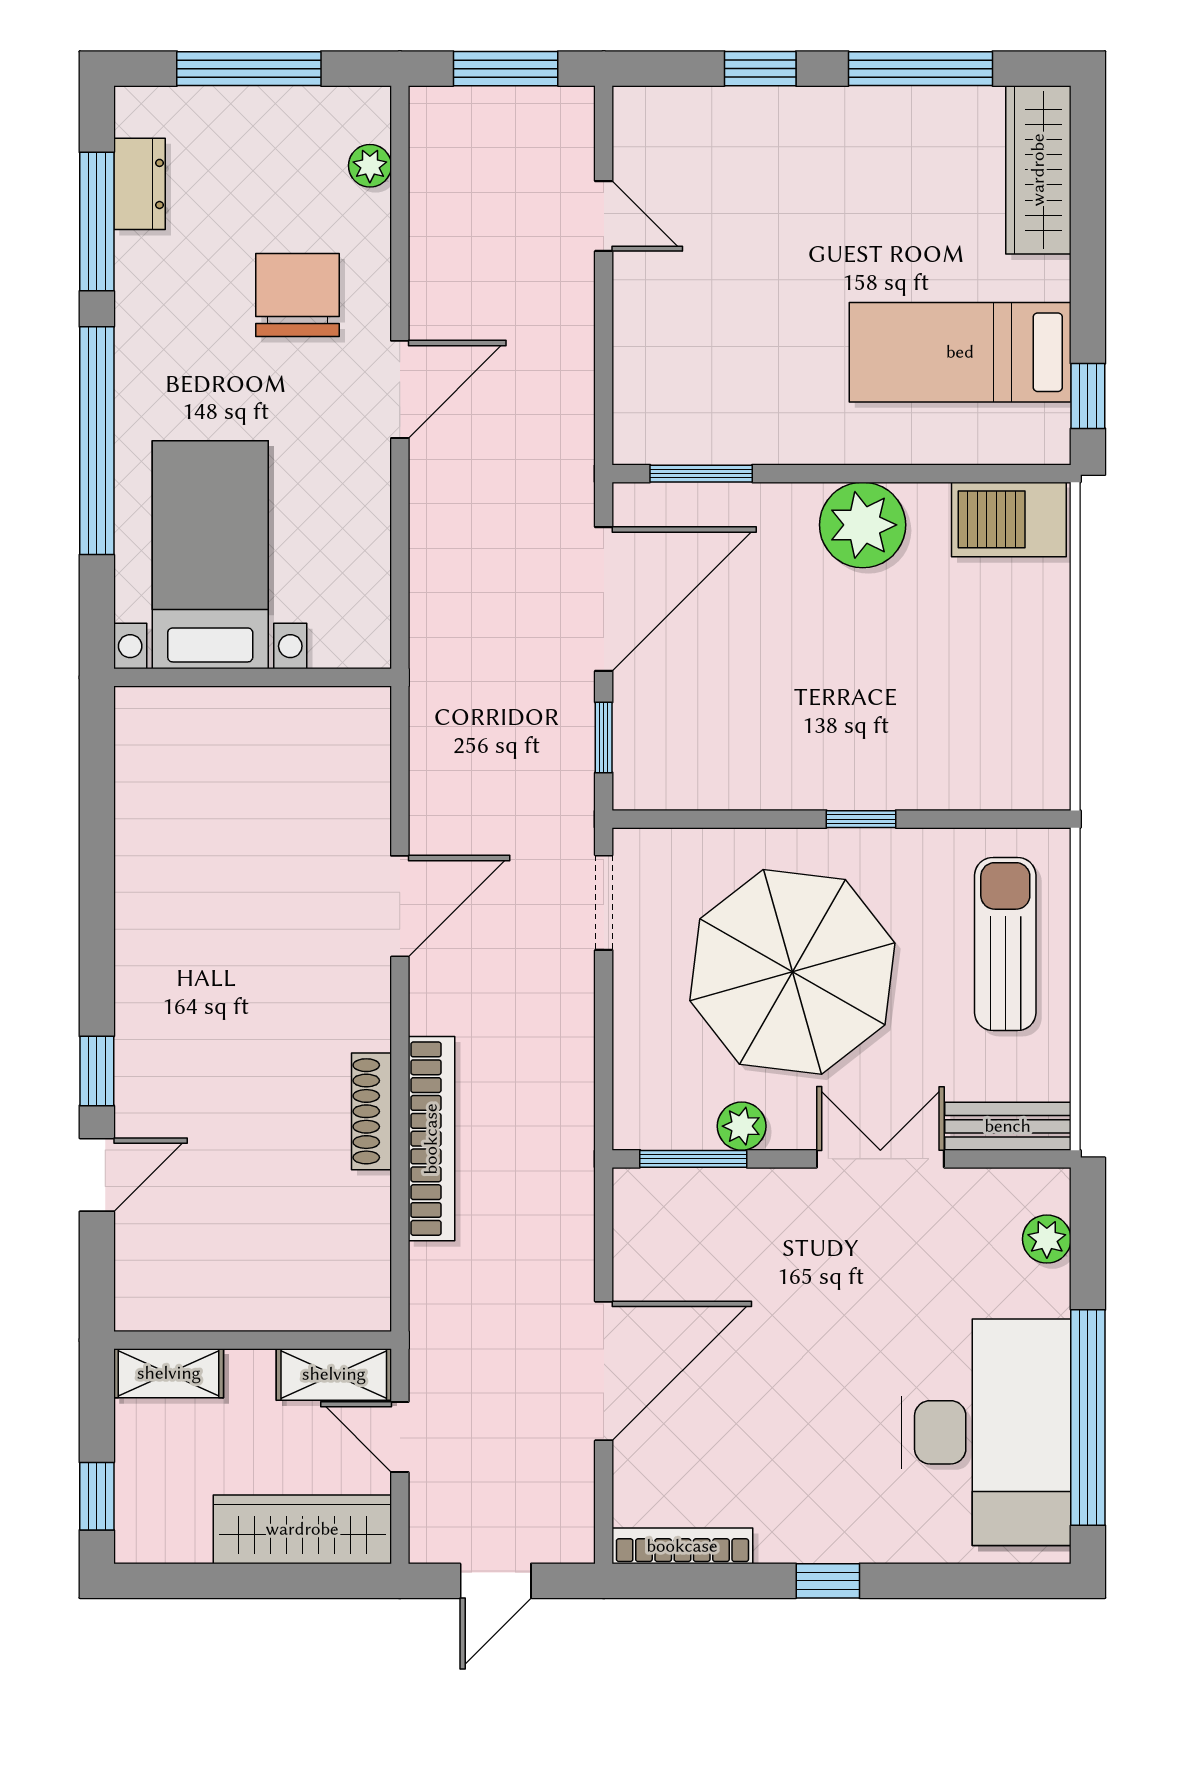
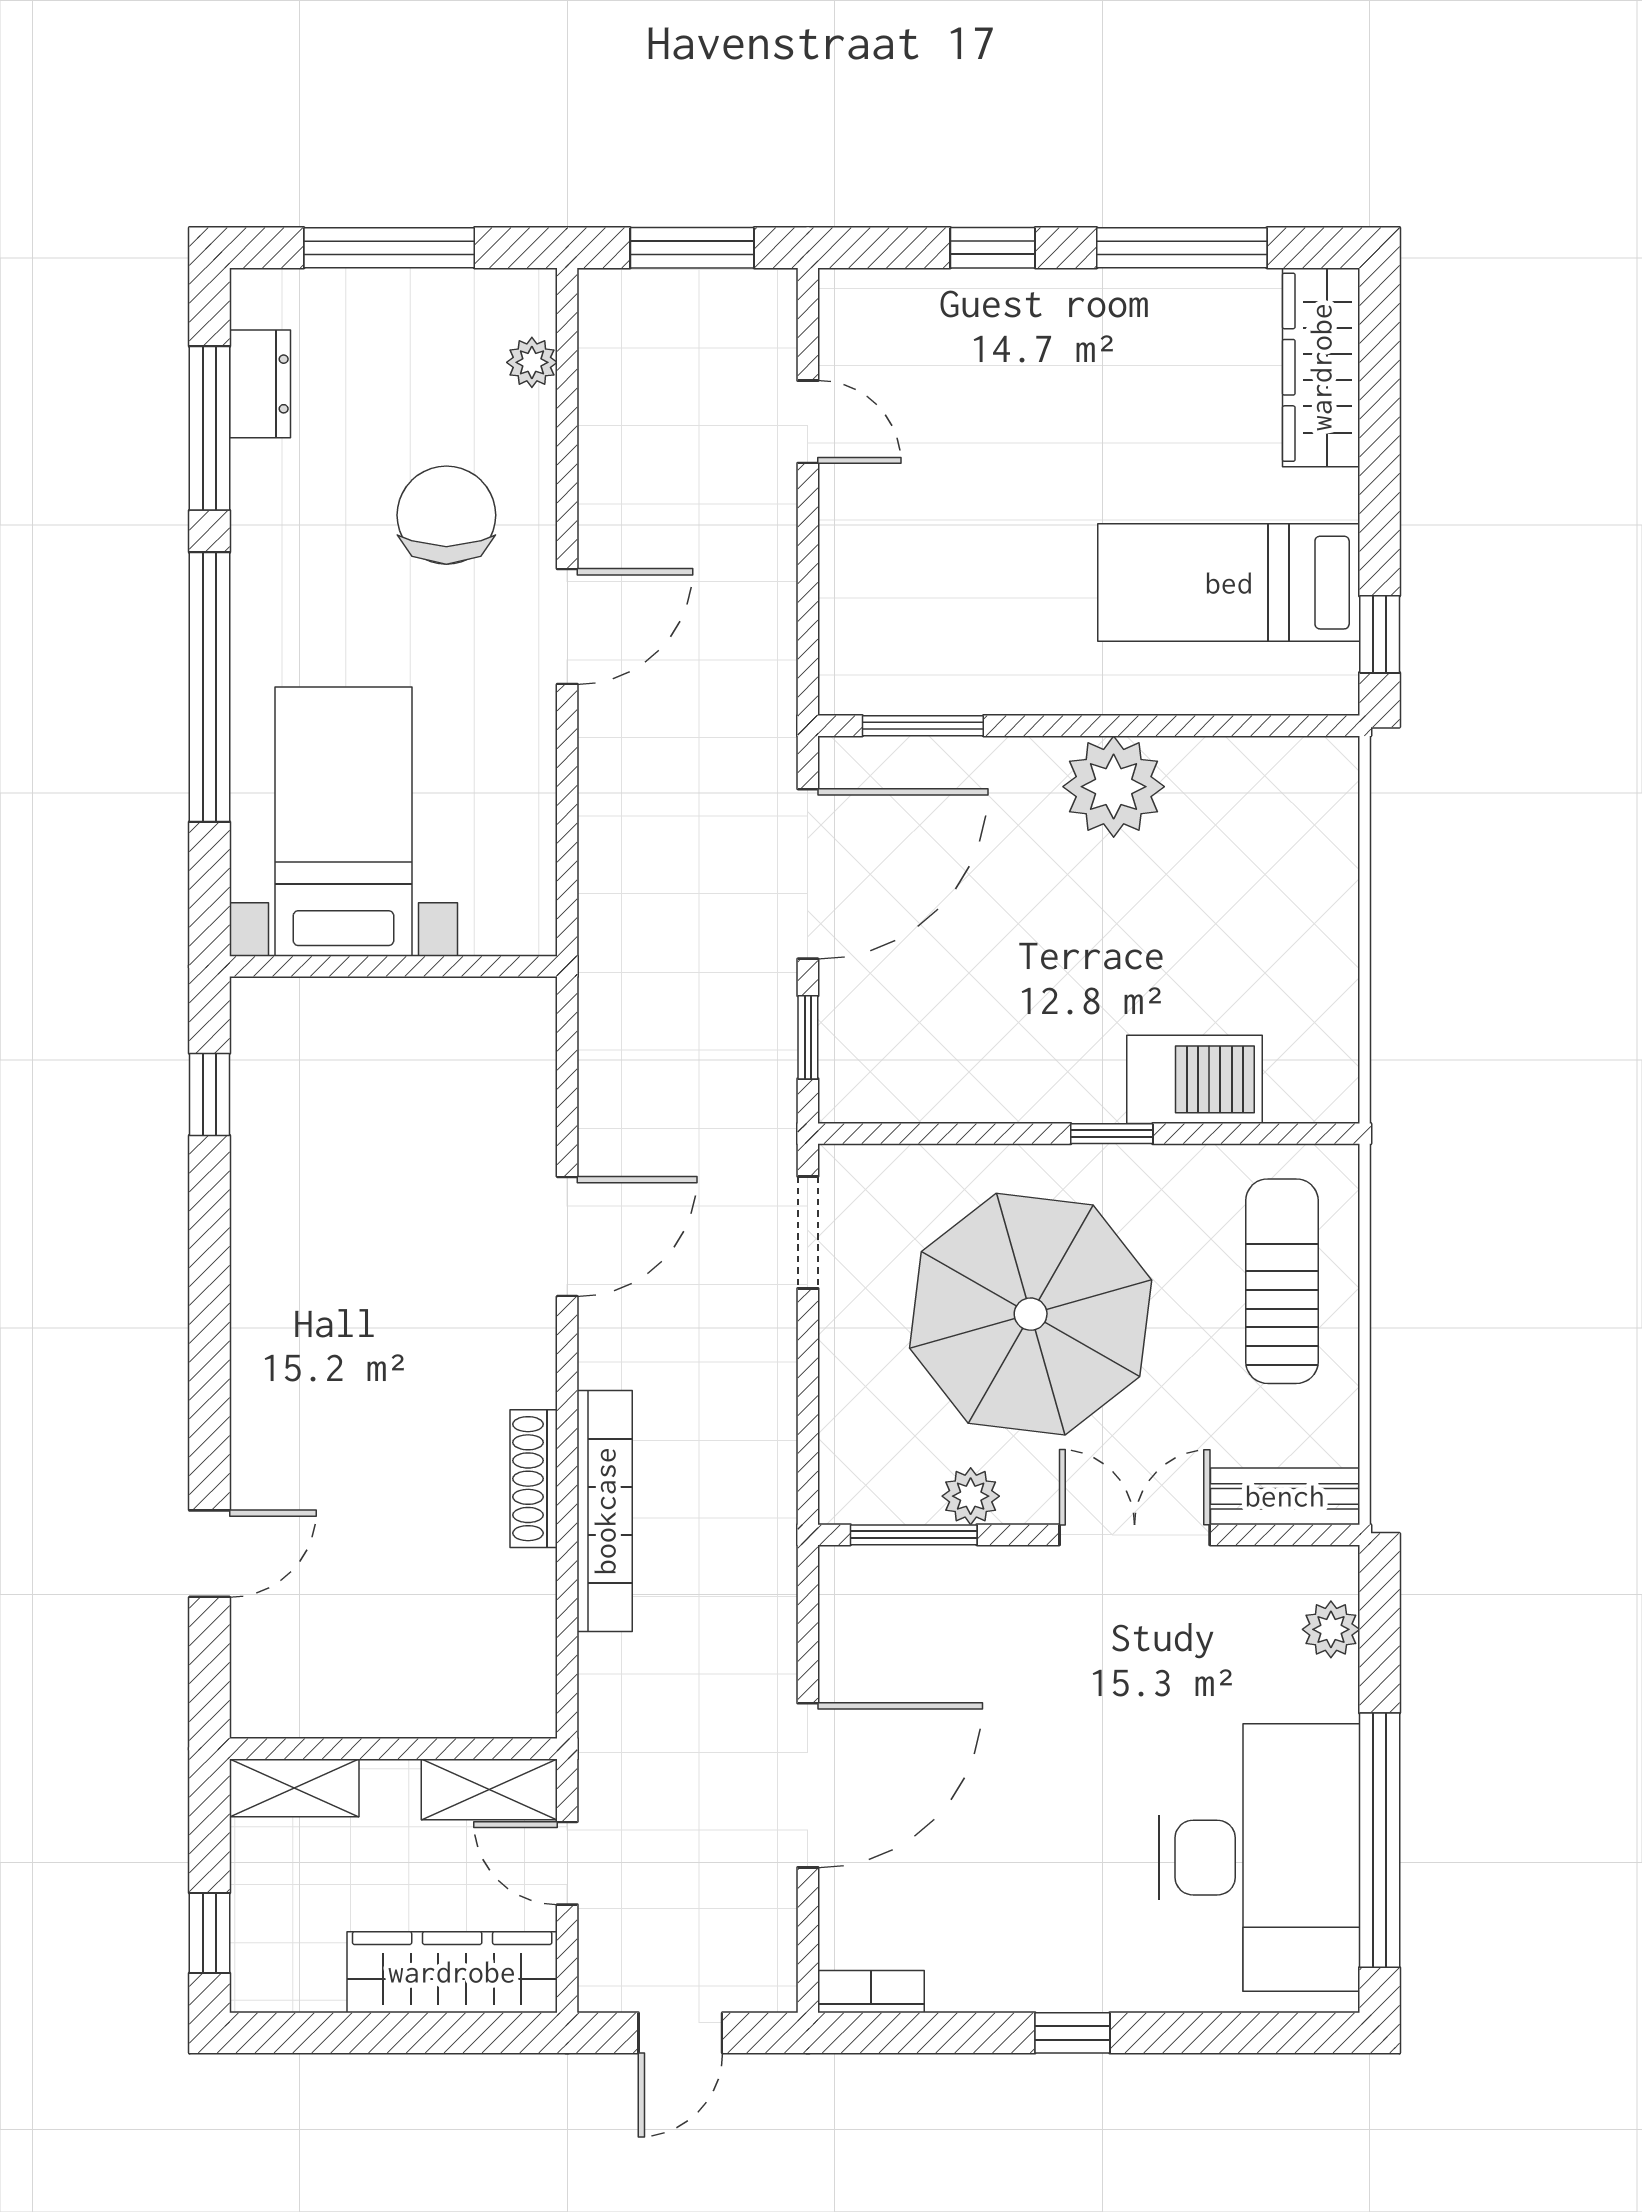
barbecue: (1009, 519) -> (1195, 1079), moved, turned 180
window: (97, 1071) -> (209, 1094), moved
bookcase: (682, 1546) -> (871, 1992), width x0.64

